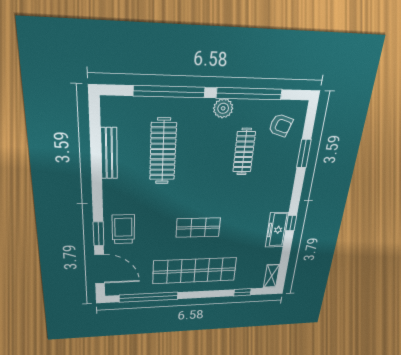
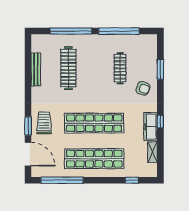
plant: (223, 108) -> (104, 40), removed
armchair: (281, 125) -> (143, 88), moved
shop shelf: (198, 228) -> (94, 123), width x2.00, depth x1.36
shelving: (271, 276) -> (152, 152), moved

